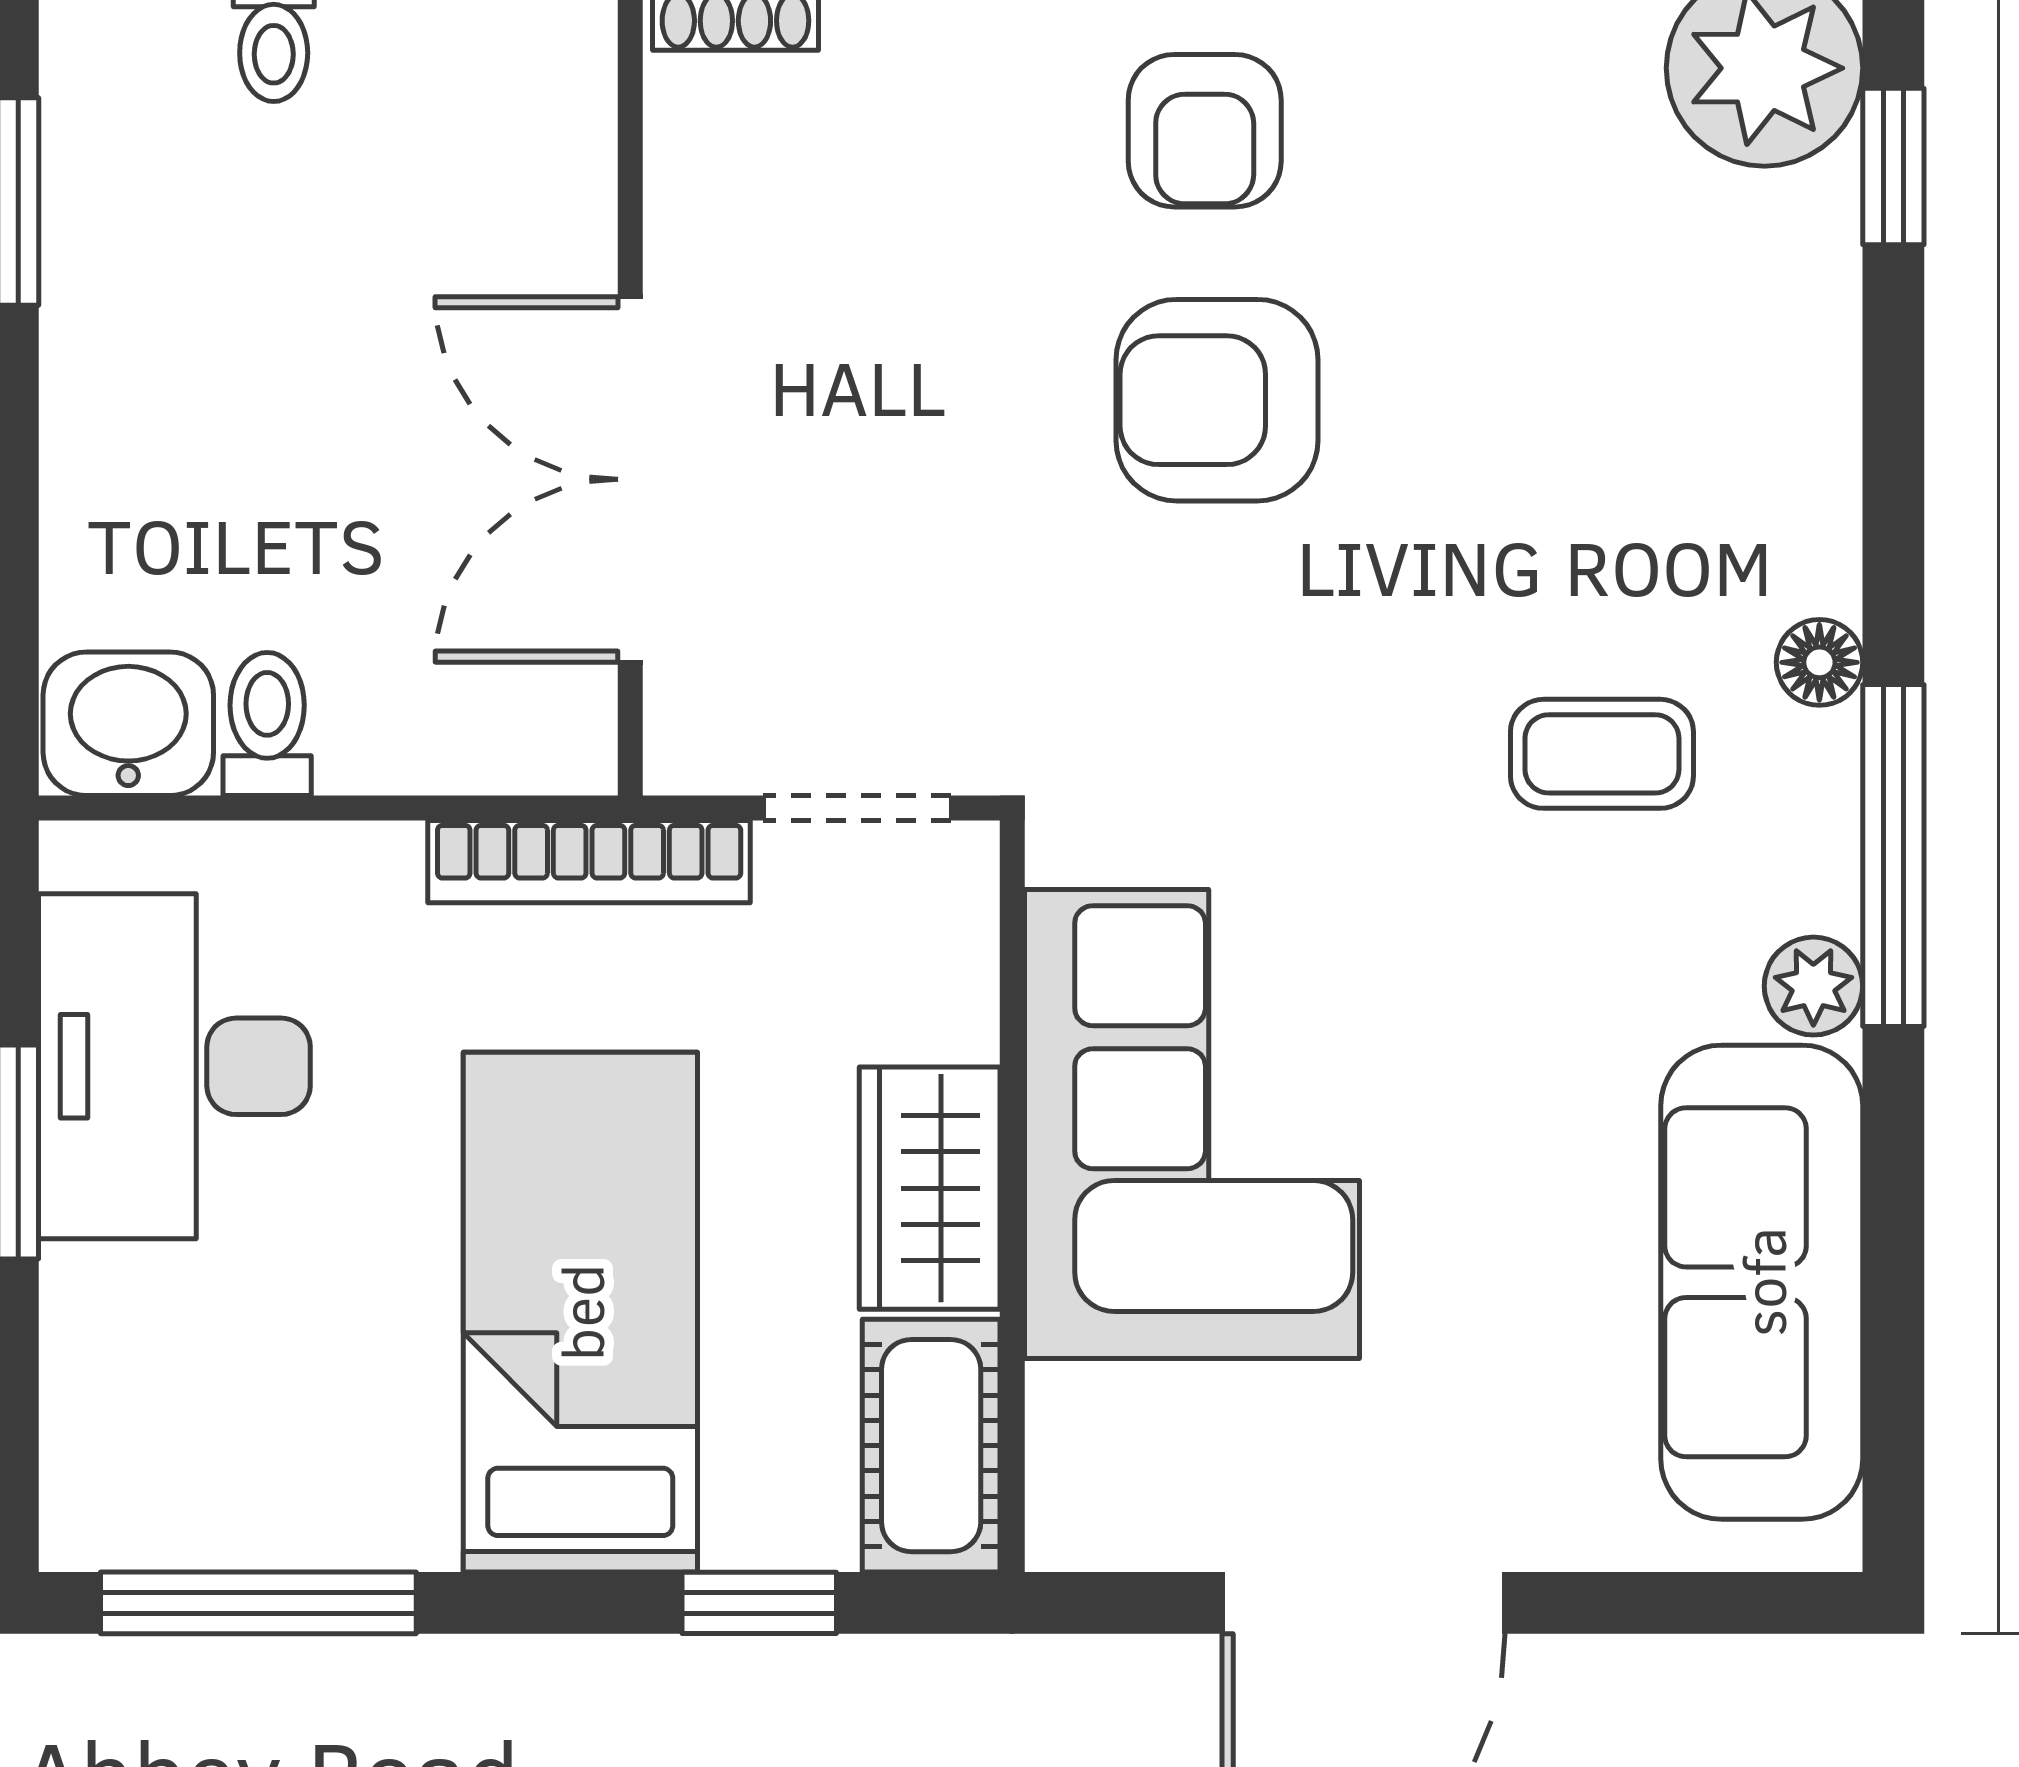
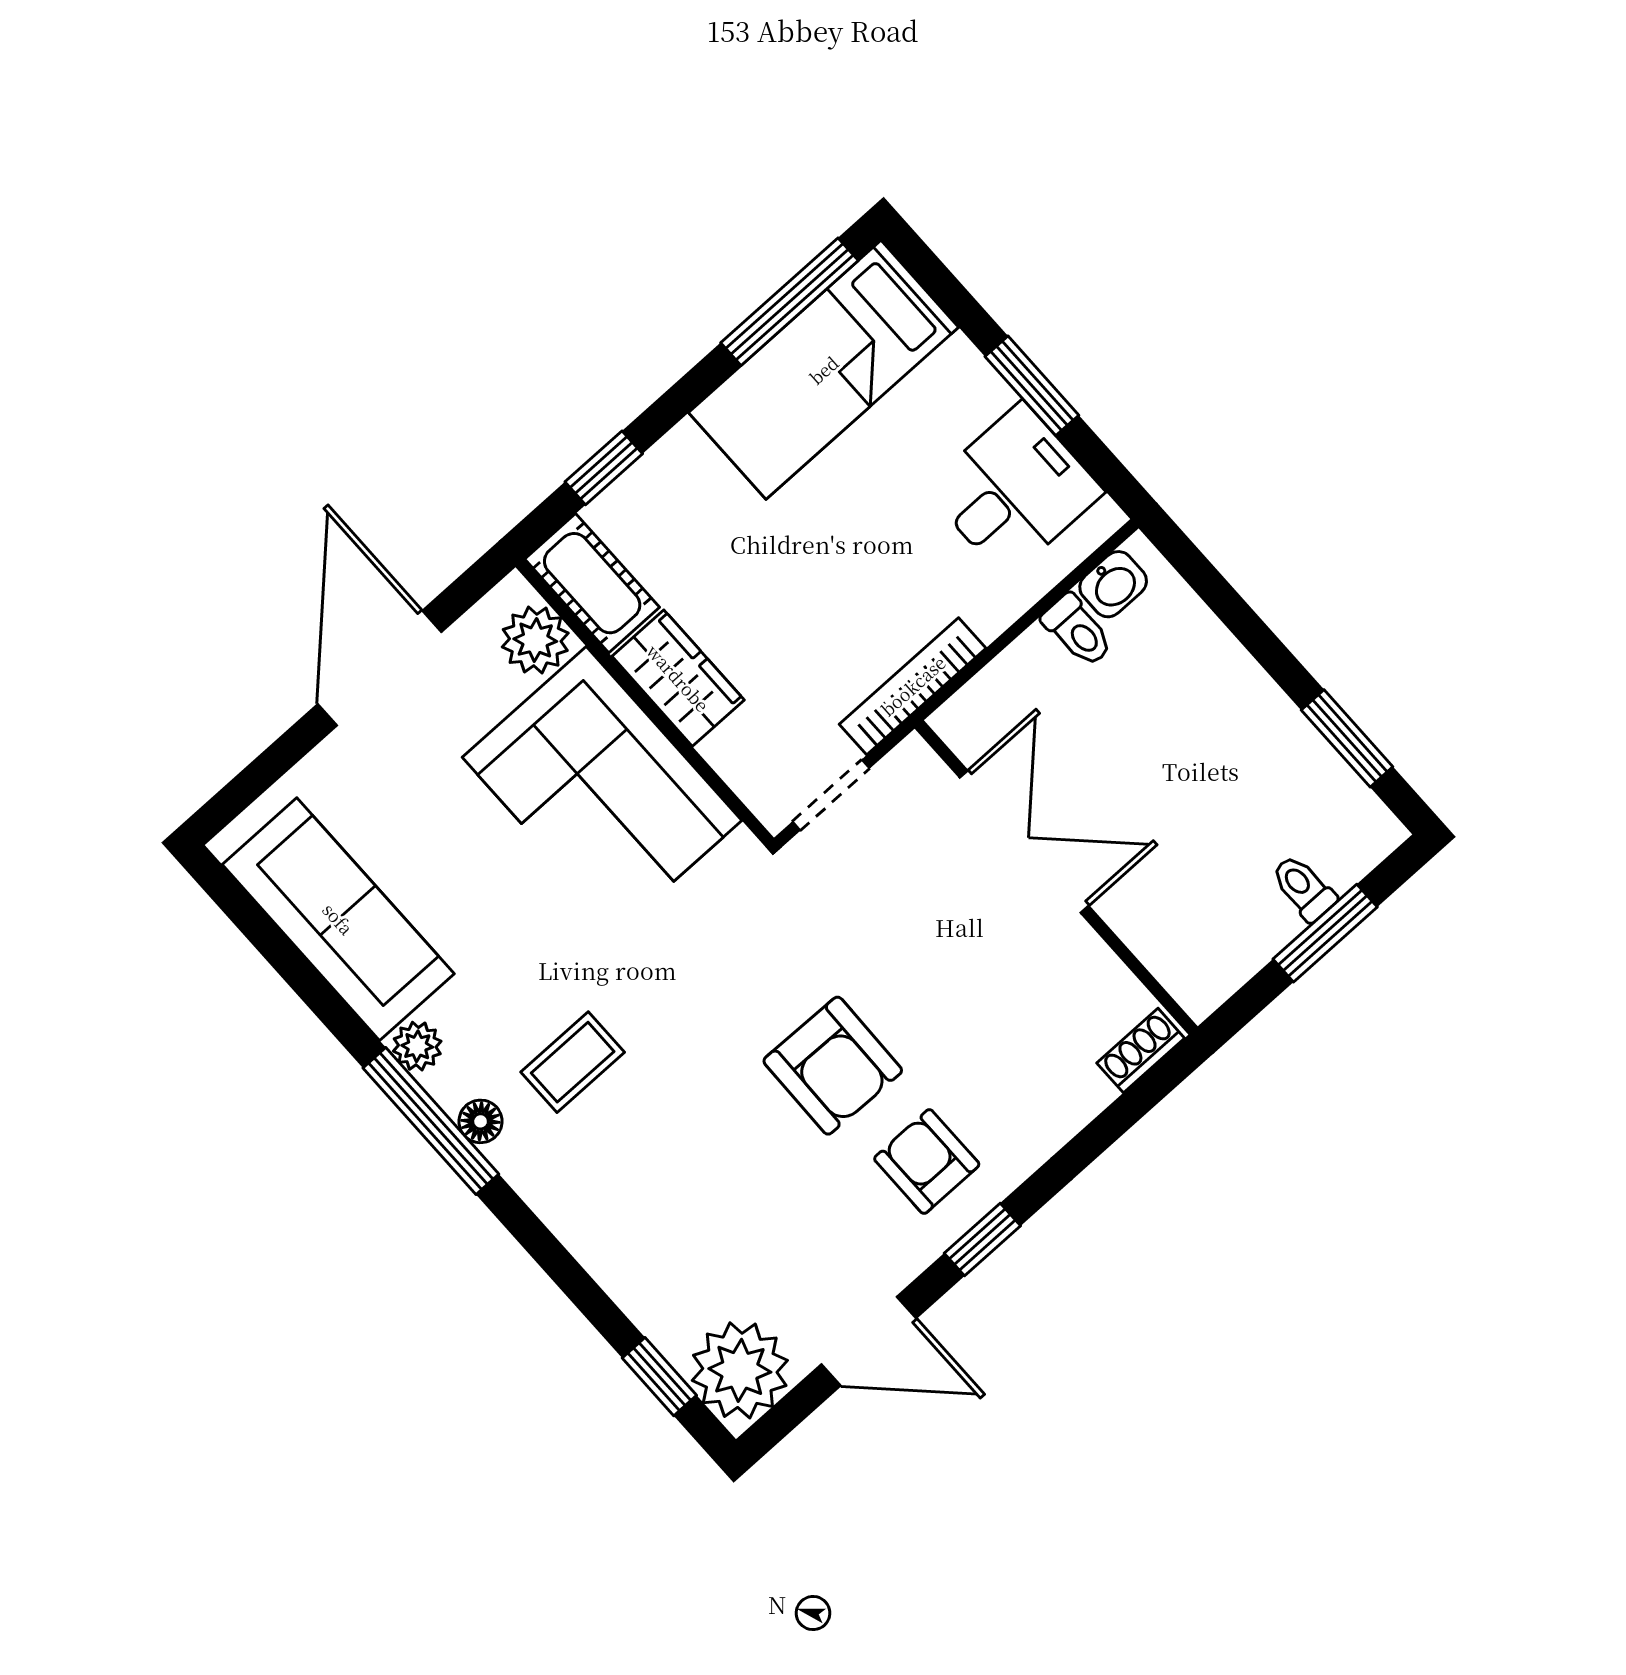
armchair: (1217, 400) -> (833, 1066), turned 91
floor lamp: (1819, 662) -> (481, 1121), moved
washbasin: (128, 724) -> (1113, 584), width x0.72, depth x0.69
desk: (174, 1066) -> (1014, 490), width x0.73
bed: (580, 1312) -> (824, 370), moved, turned 90
plant: (1093, 1436) -> (535, 640), added

